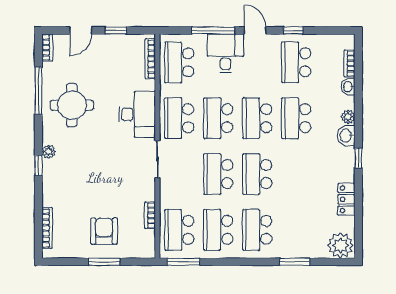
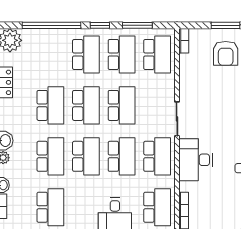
school desk: (296, 174) -> (50, 105), added
bookcase: (150, 215) -> (184, 41), moved
window: (183, 262) -> (137, 25), moved
window: (242, 262) -> (100, 25), added
window: (295, 262) -> (52, 25), width x2.11

